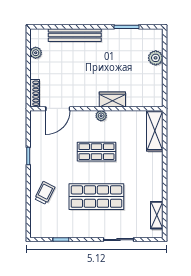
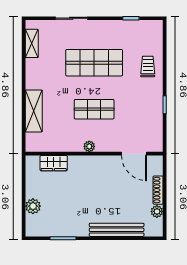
shoe rack: (35, 93) -> (158, 190), moved
wardrobe: (112, 100) -> (54, 163), moved
door: (58, 109) -> (134, 154), swing flipped
shelving: (155, 131) -> (34, 111), moved
trolley: (45, 193) -> (148, 66), turned 153

